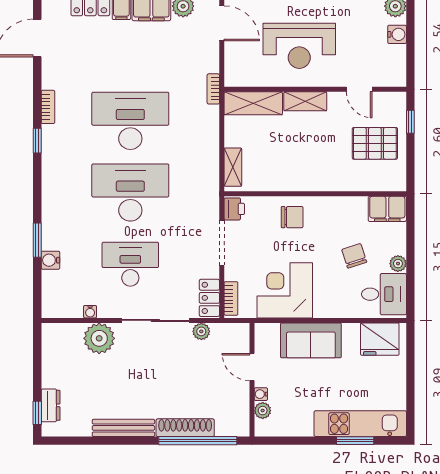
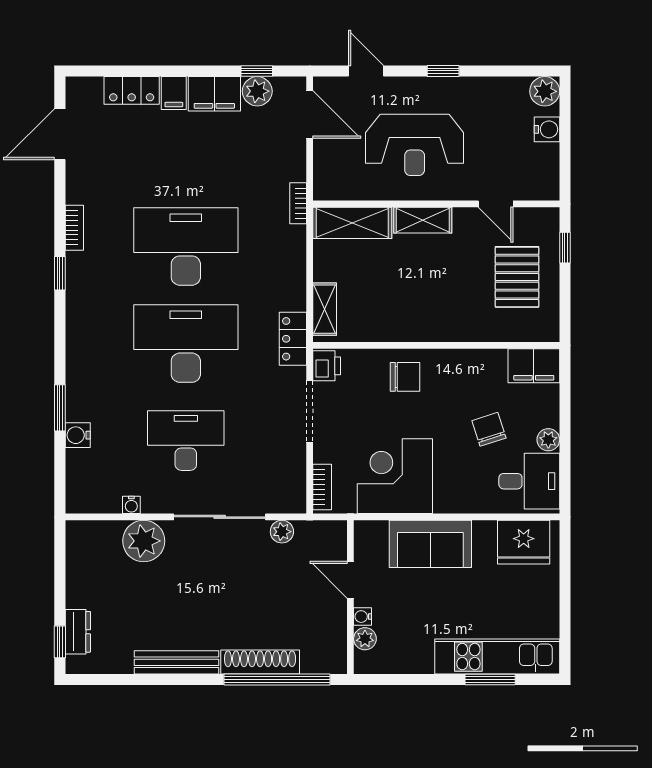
pallet: (375, 143) -> (517, 277), turned 90
locker: (209, 298) -> (293, 339), moved

